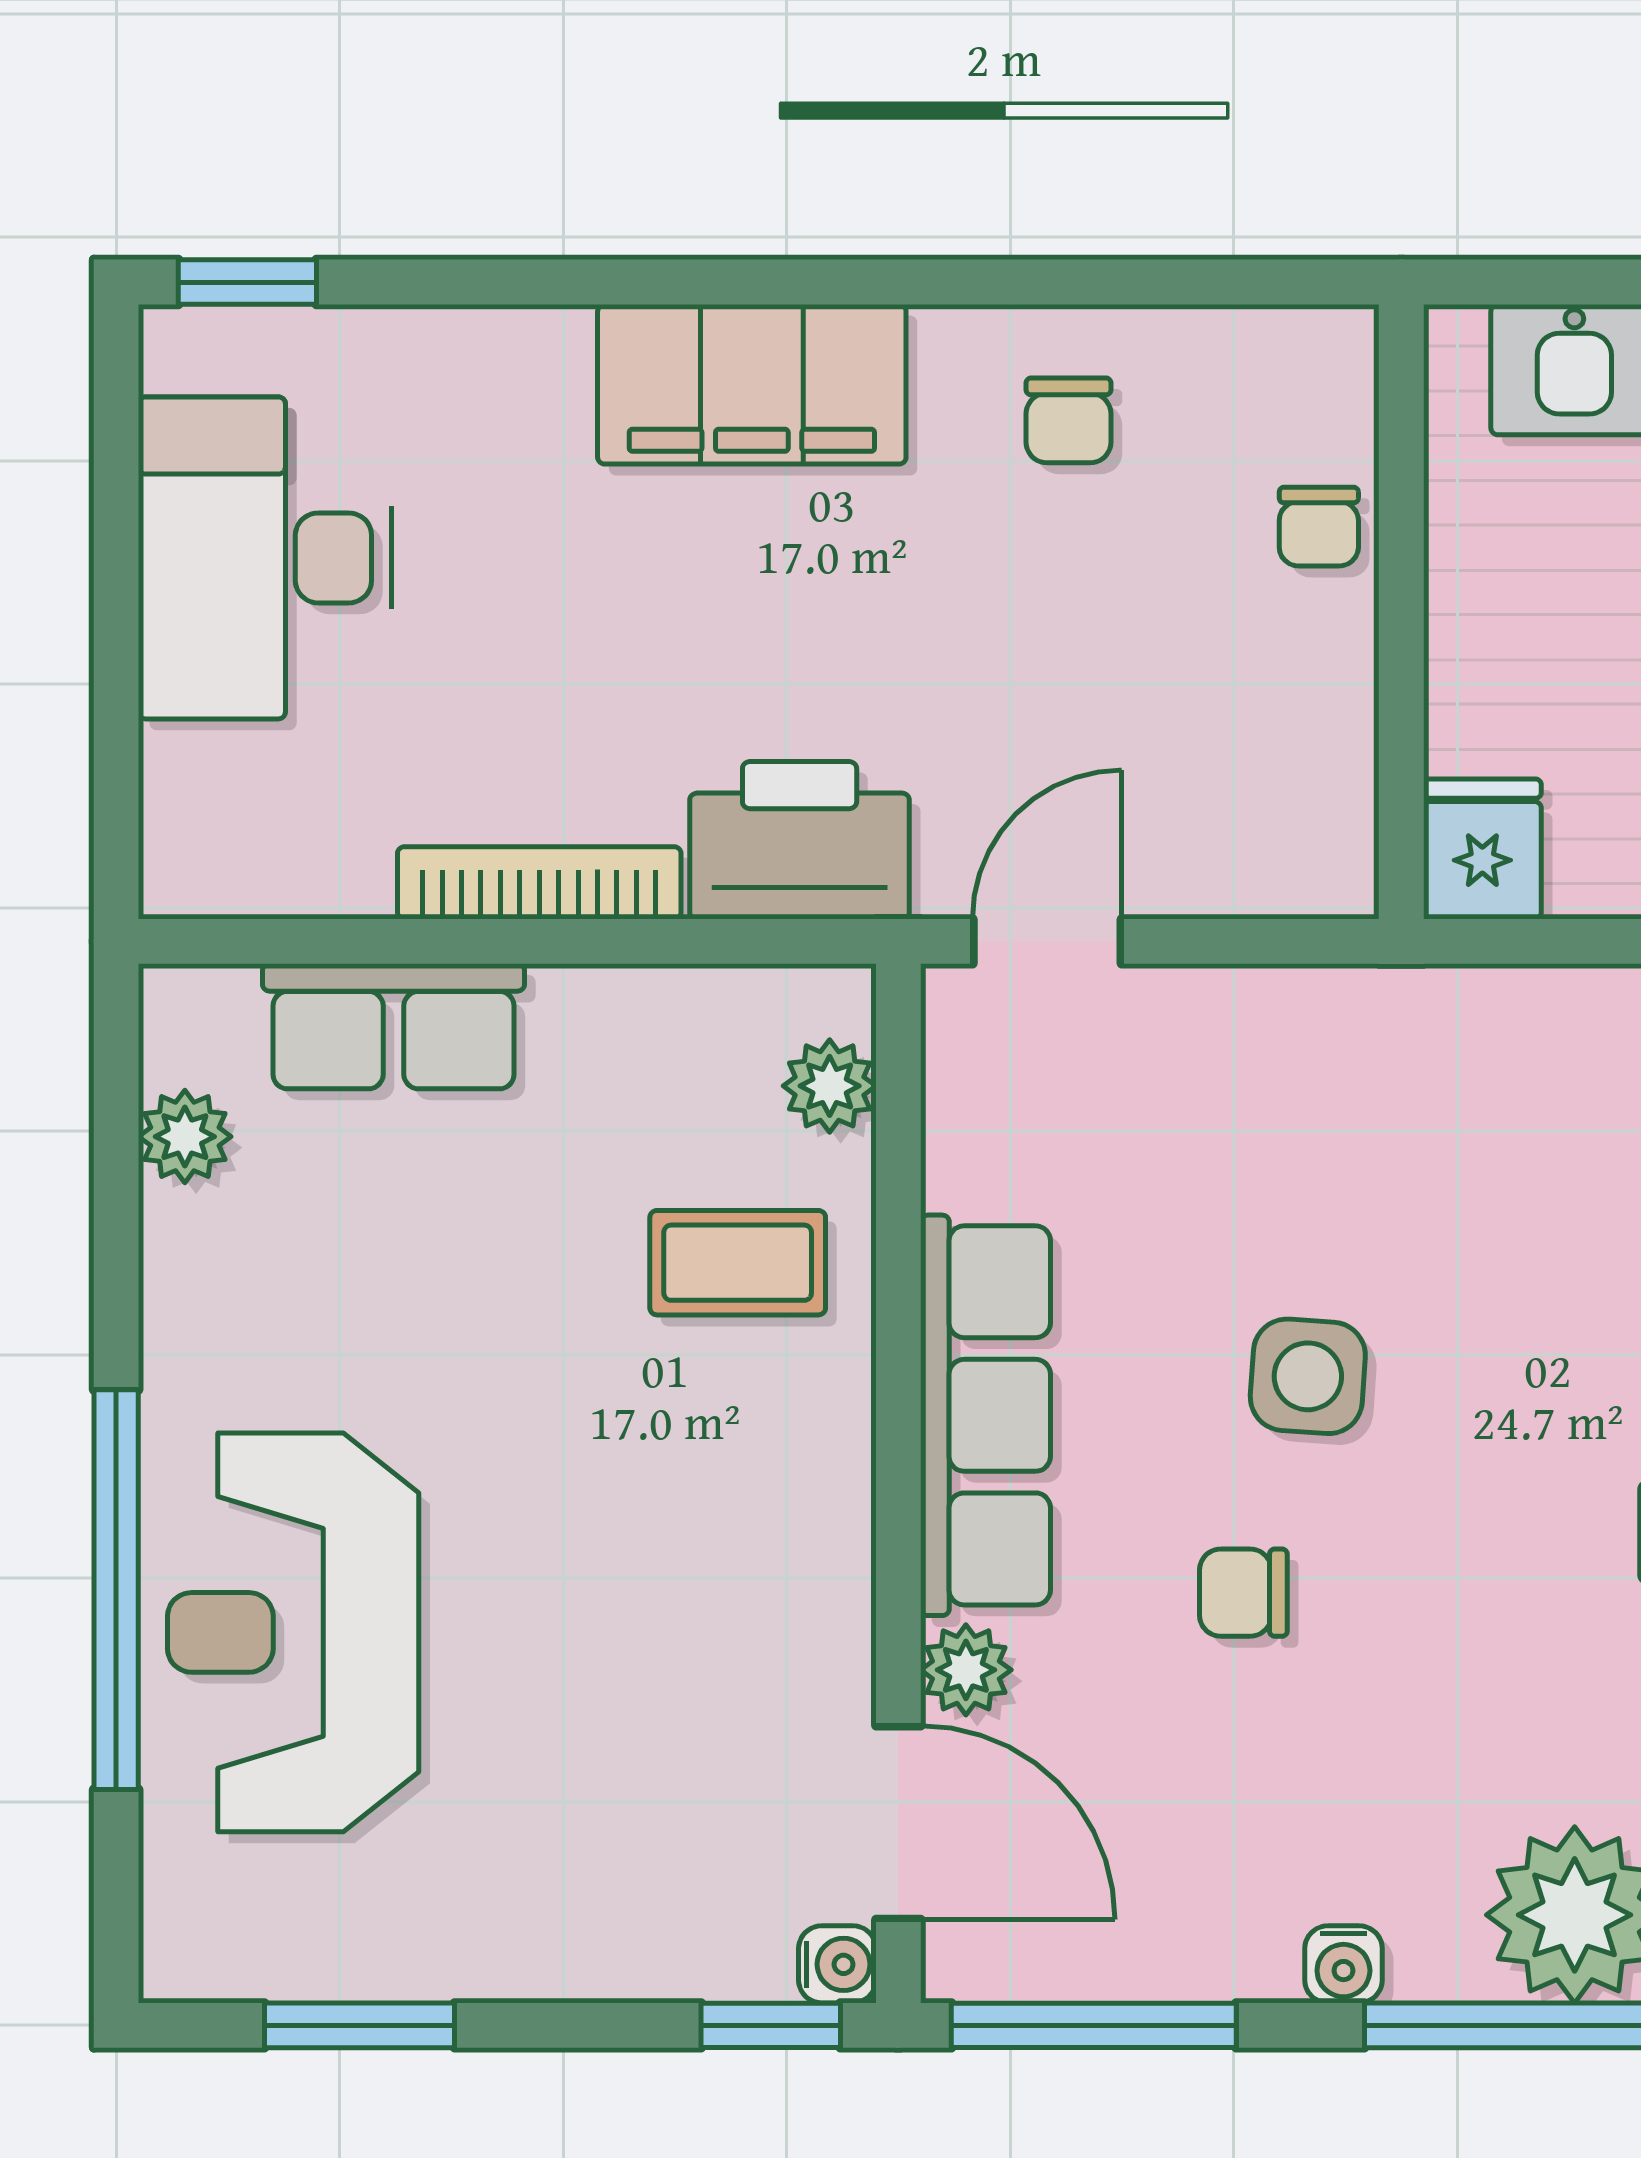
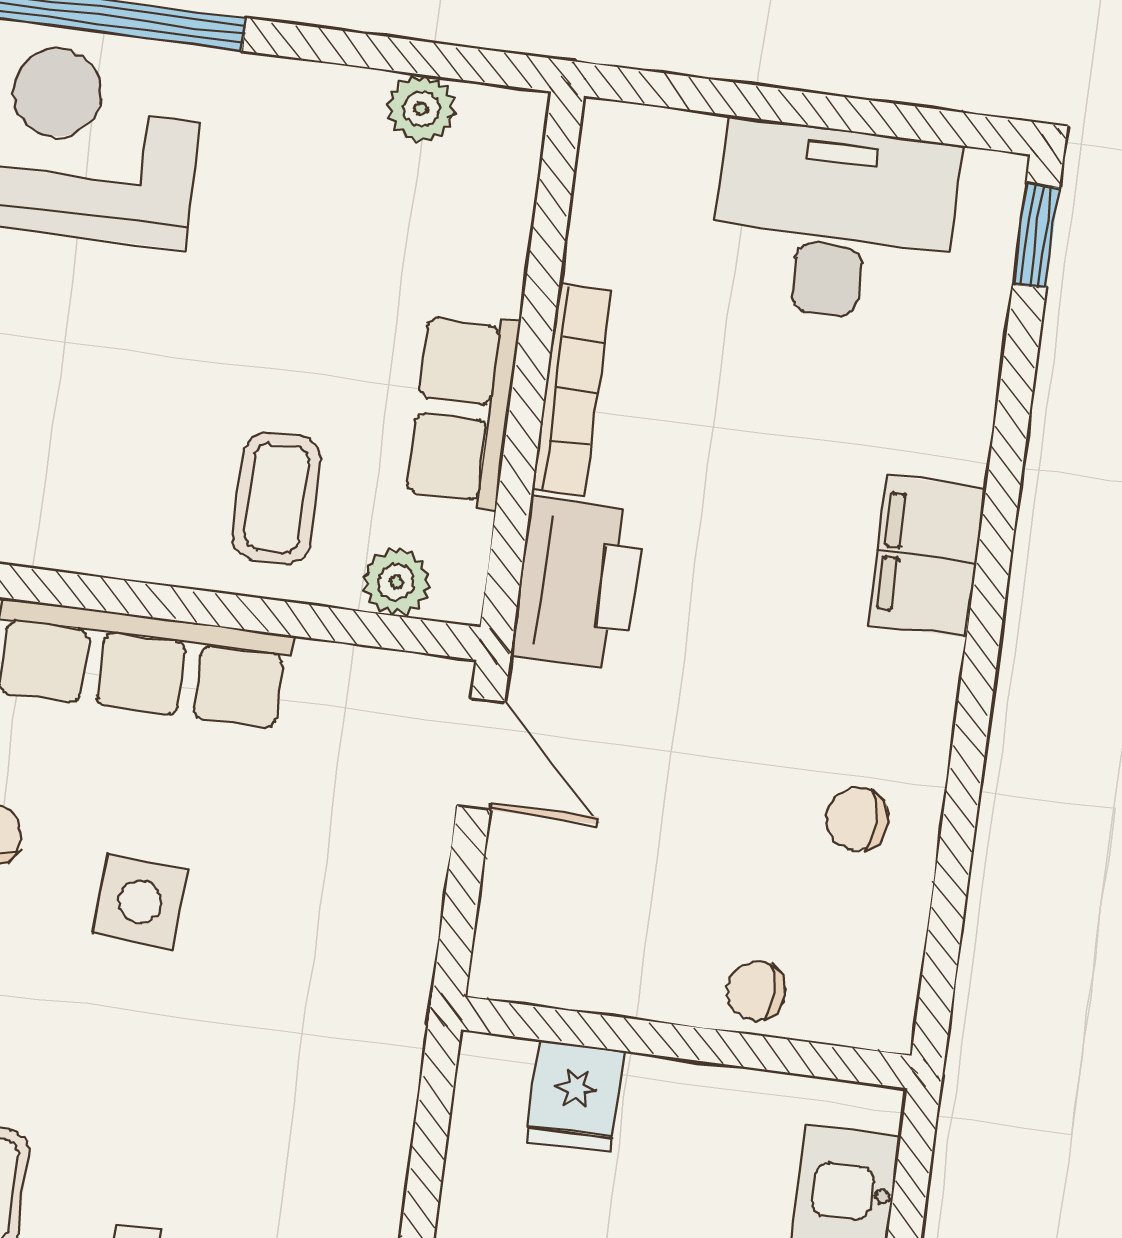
filing cabinet: (752, 384) -> (927, 556), width x0.67, depth x0.86
fridge: (1482, 849) -> (575, 1096), moved, turned 90
row of seats: (394, 1026) -> (463, 410), moved

